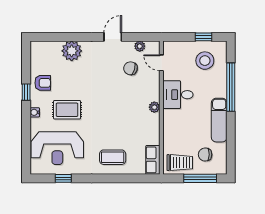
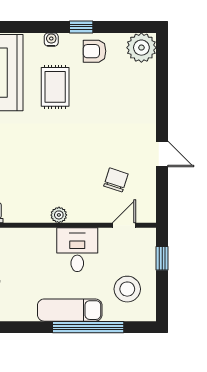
window: (204, 37) -> (162, 258), moved
plant: (140, 46) -> (148, 194), removed
plant: (72, 51) -> (141, 48), moved
armchair: (43, 83) -> (95, 51), turned 90
exam couch: (219, 120) -> (70, 310), moved

